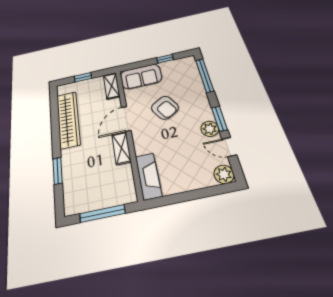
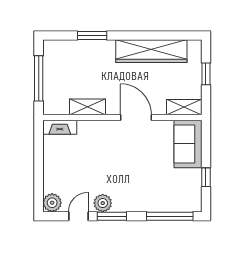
armchair: (165, 108) -> (139, 163), removed
shelving: (121, 148) -> (87, 107), moved
fireplace: (148, 176) -> (60, 127), width x0.73, depth x0.76

